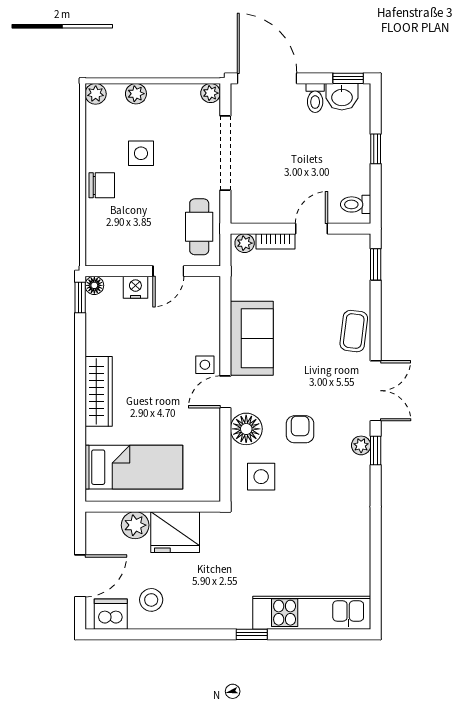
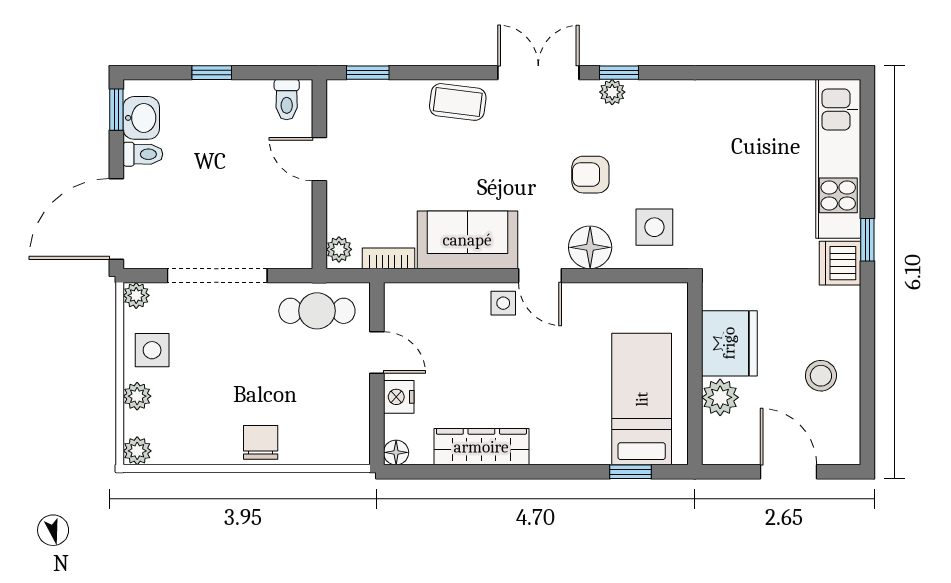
side table: (141, 153) -> (152, 350), moved
bookcase: (276, 241) -> (389, 258), moved, turned -90
window: (80, 297) -> (631, 472), moved
wardrobe: (99, 391) -> (481, 447), moved
dishwasher: (111, 614) -> (840, 263), moved

